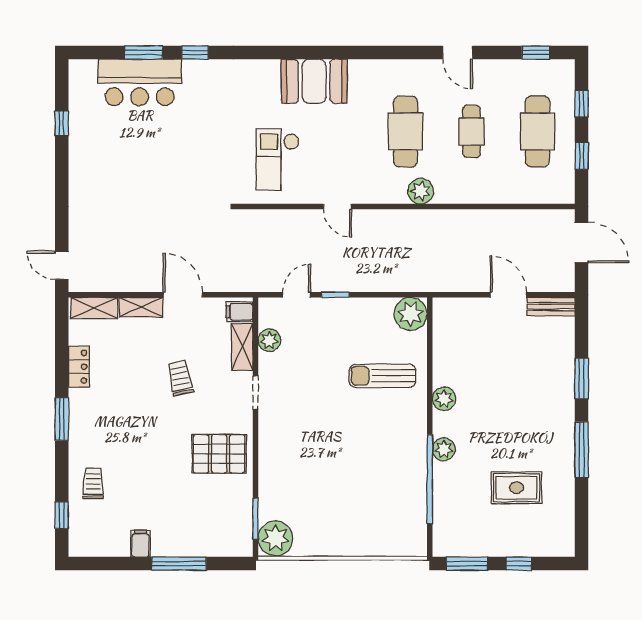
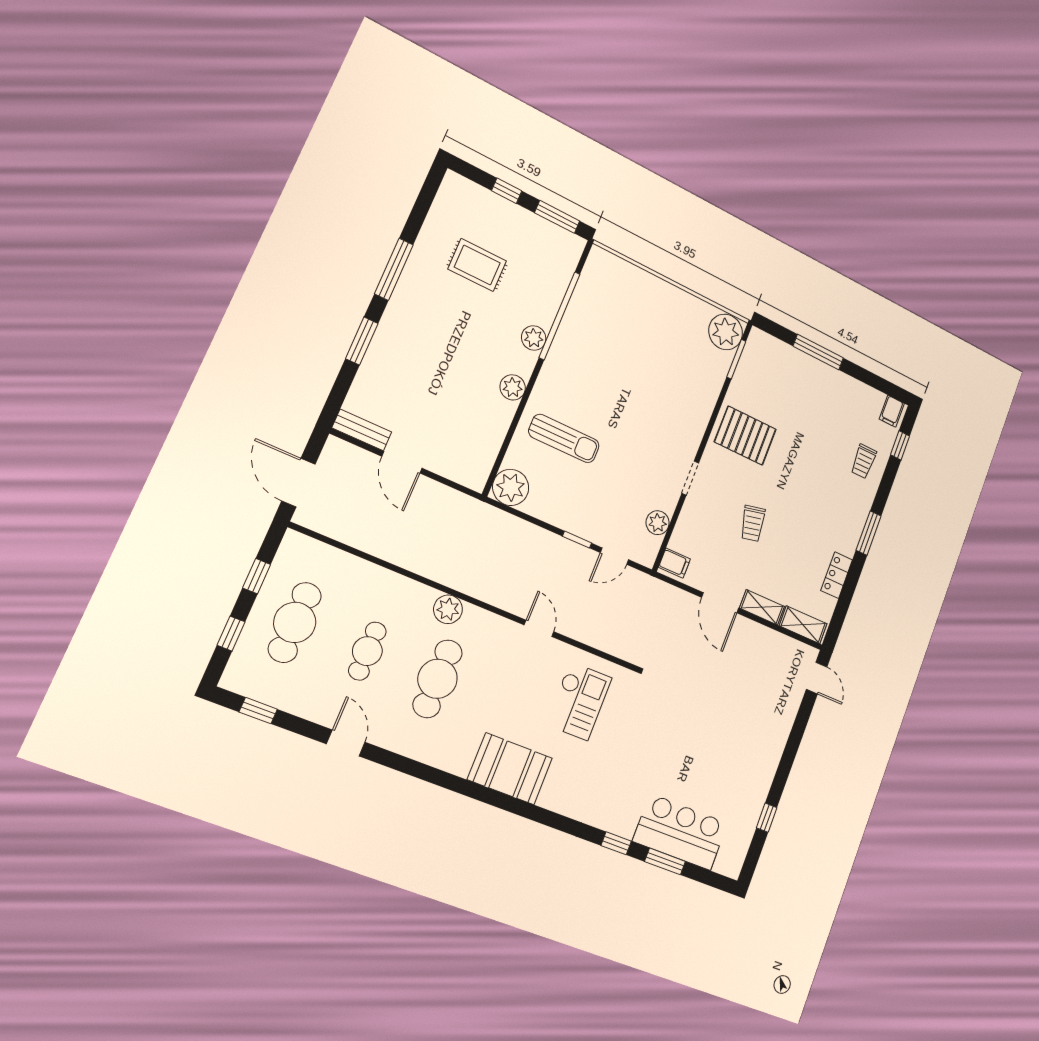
shelving: (242, 347) -> (685, 528), removed
filing cabinet: (140, 544) -> (892, 411), moved

